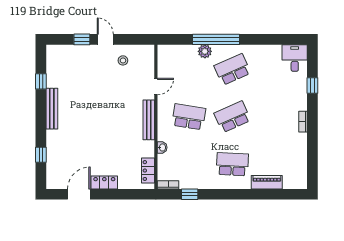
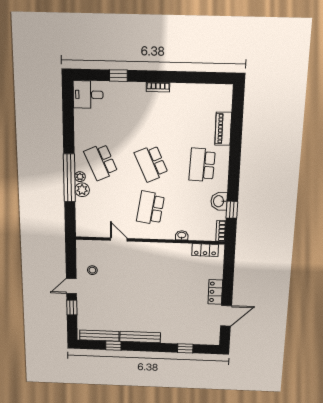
plant: (218, 49) -> (80, 177), added
bench: (149, 120) -> (99, 336), moved
washbasin: (198, 182) -> (219, 201), added
door: (79, 194) -> (226, 316), swing flipped

